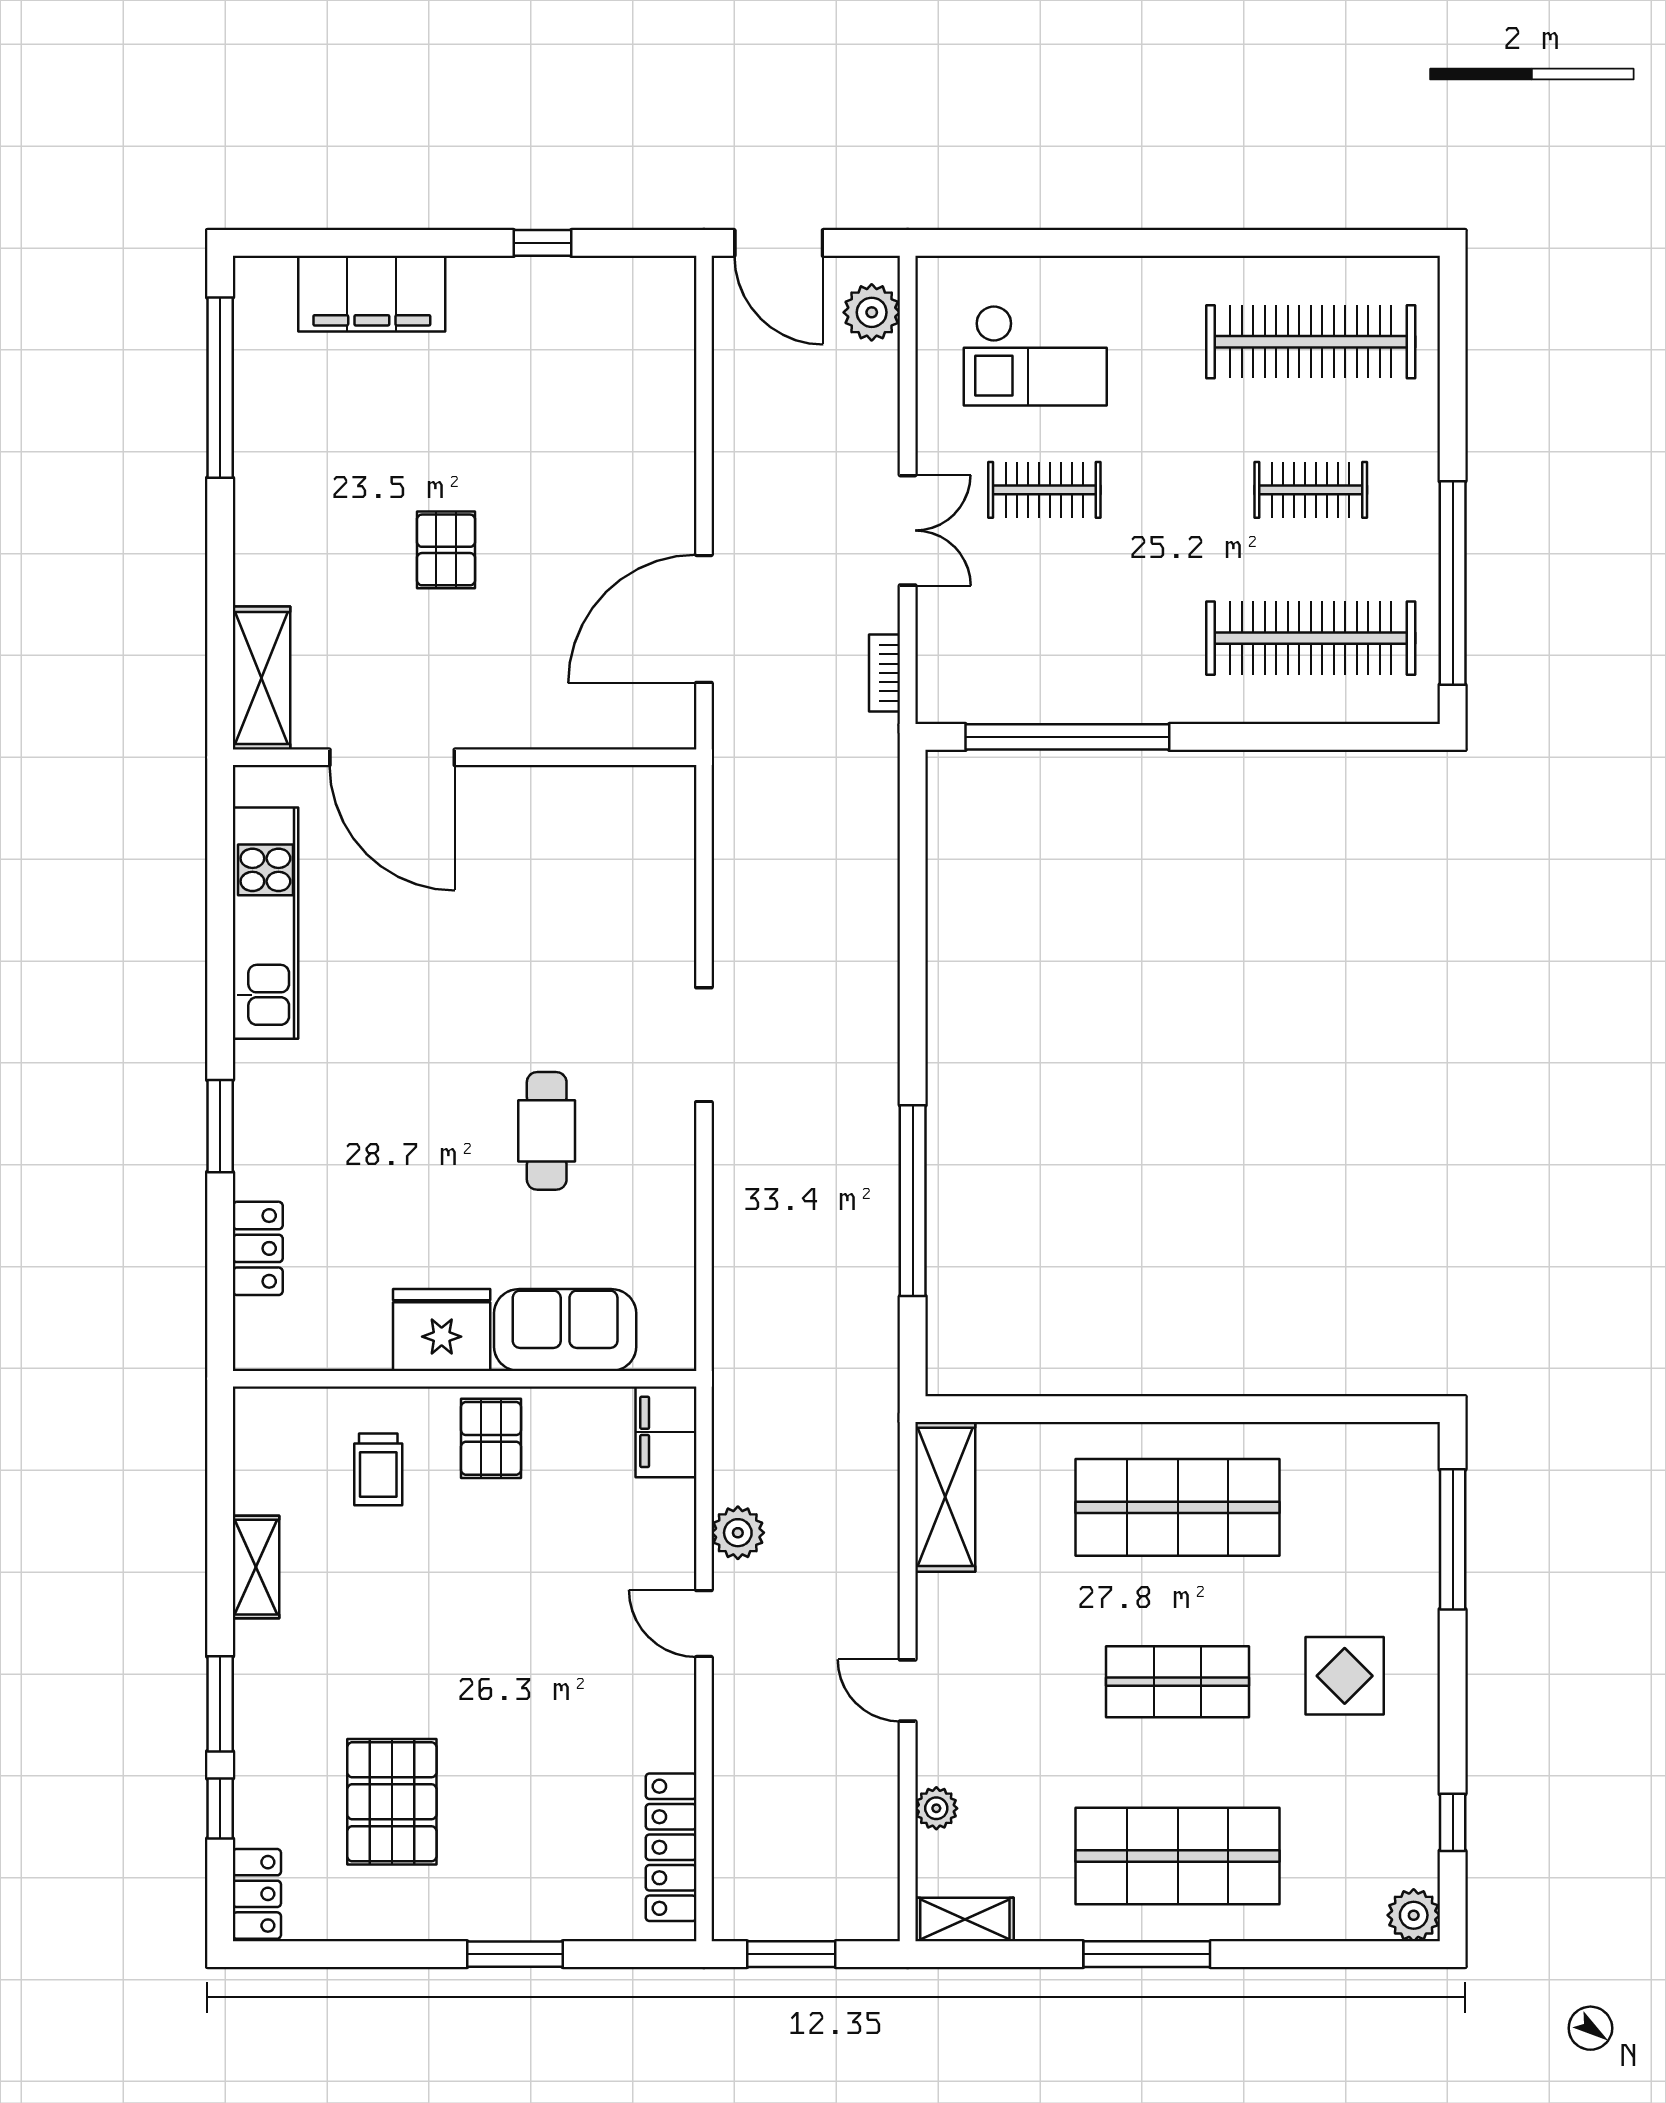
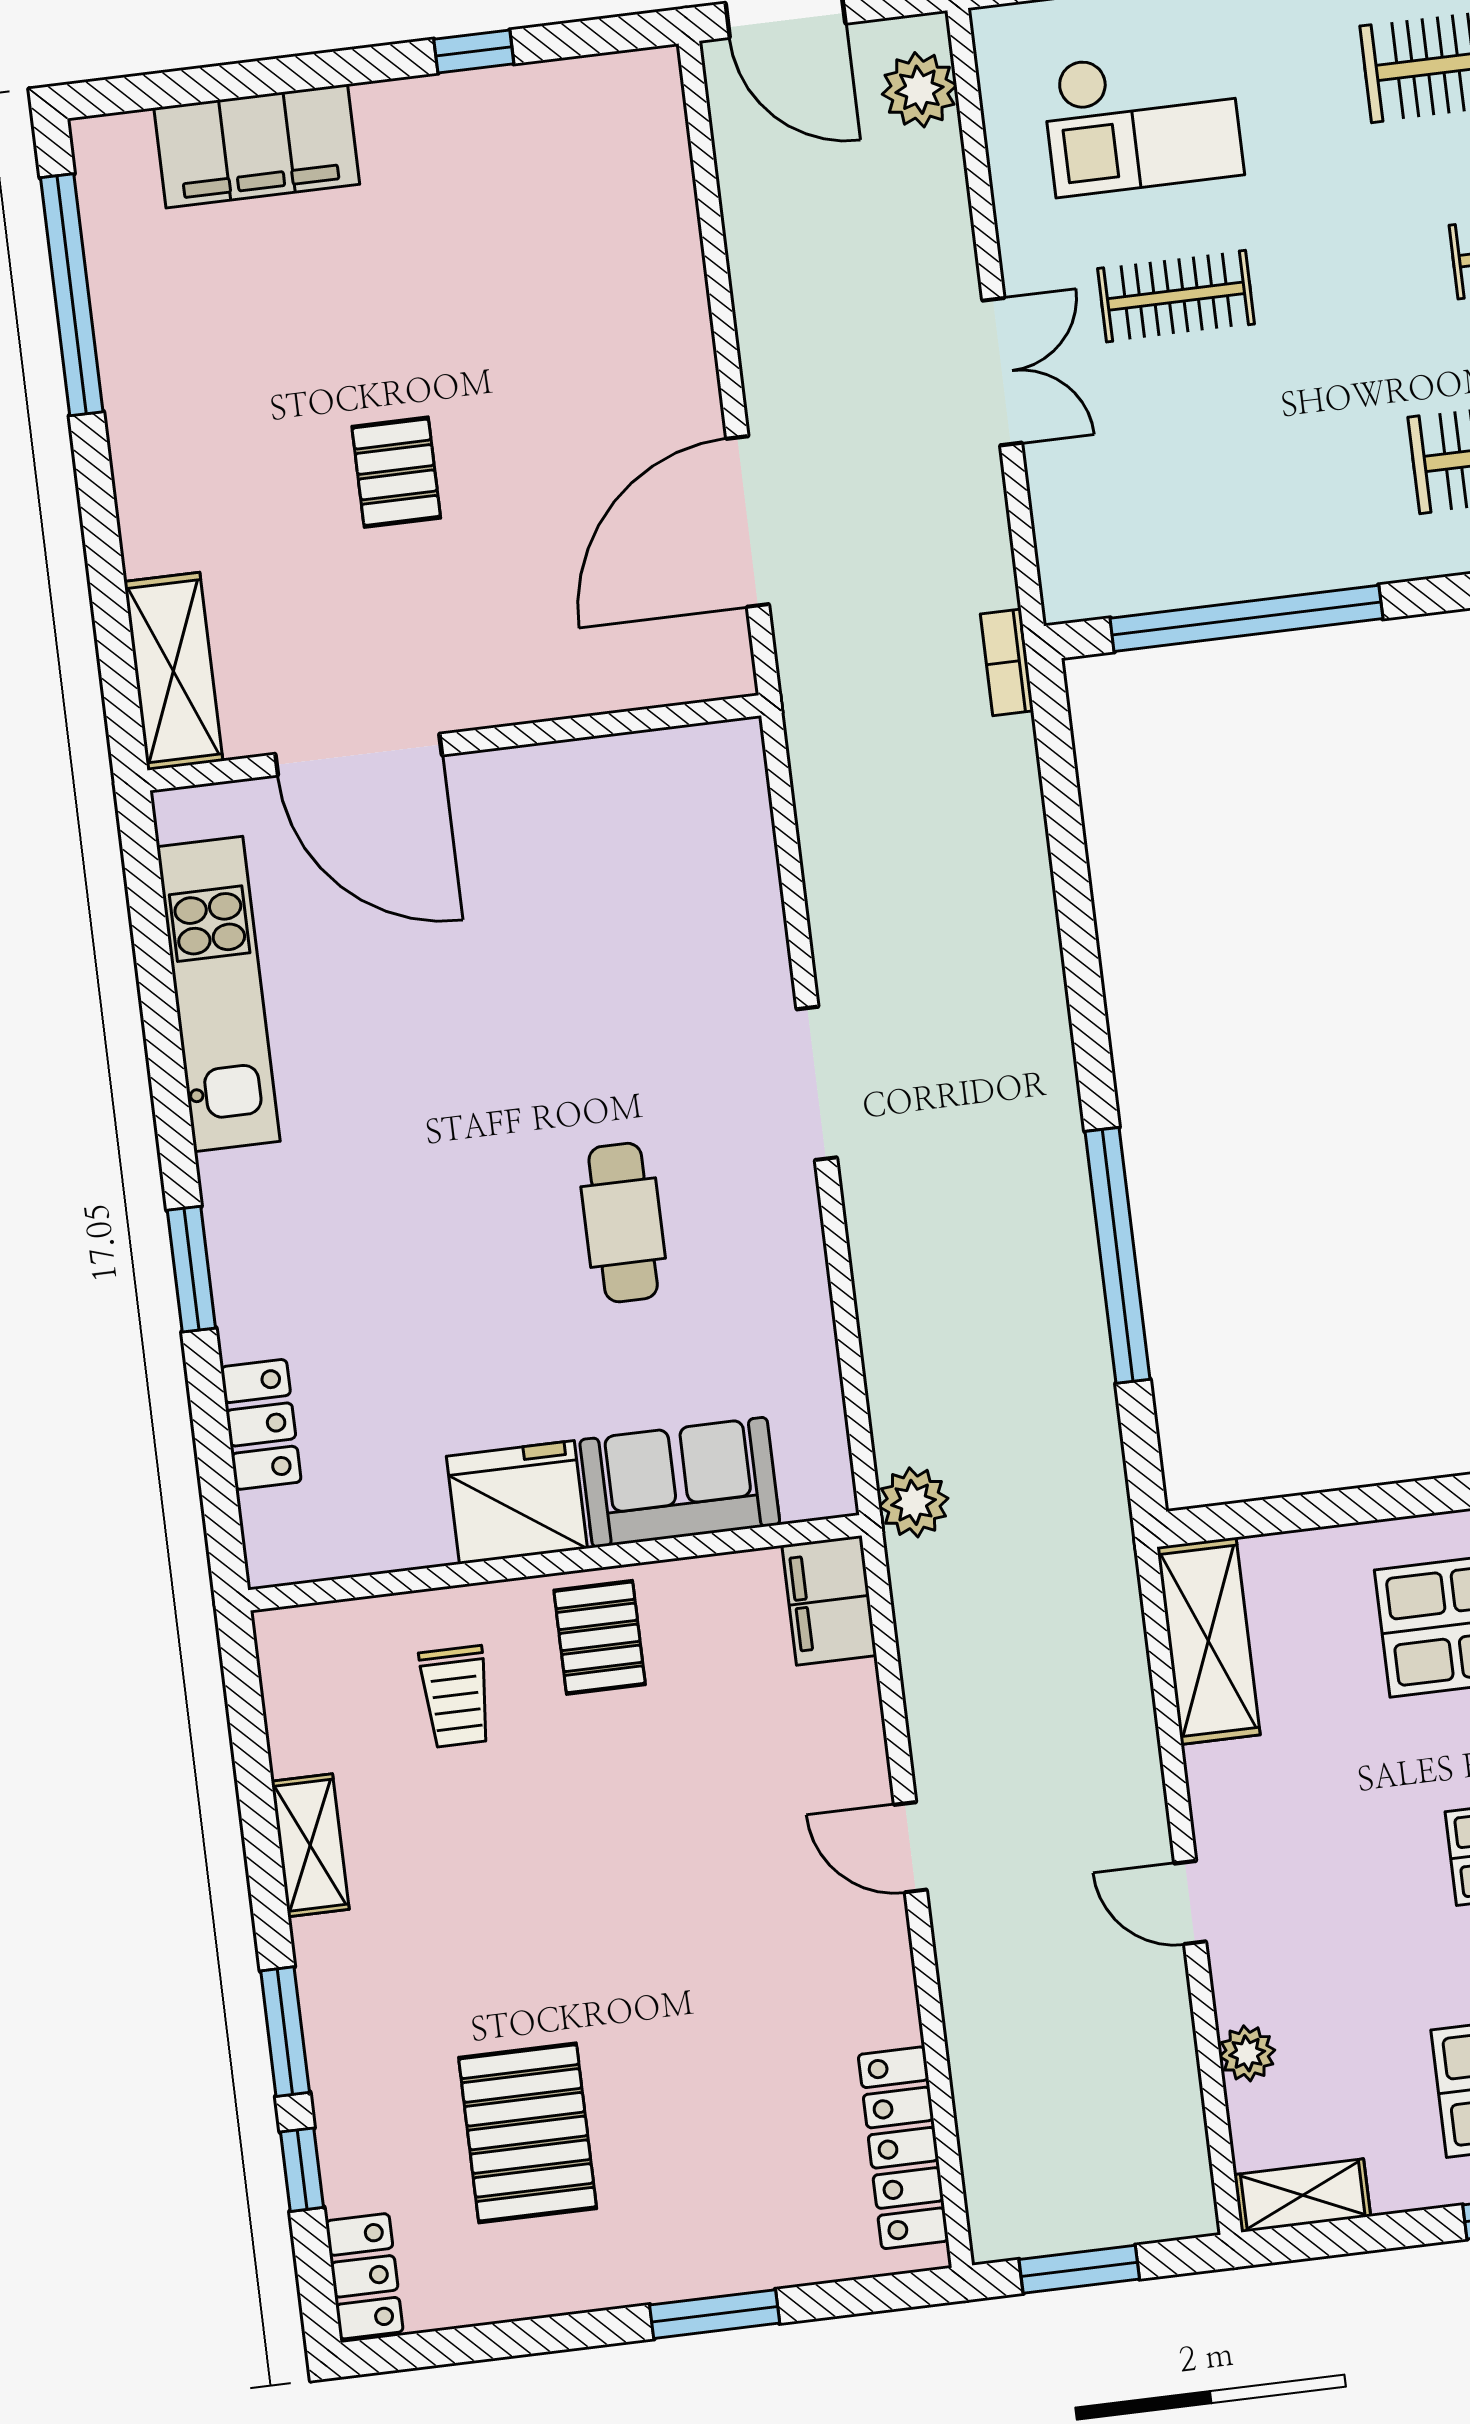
bookcase: (885, 673) -> (1007, 662), moved
plant: (738, 1533) -> (914, 1502), moved

